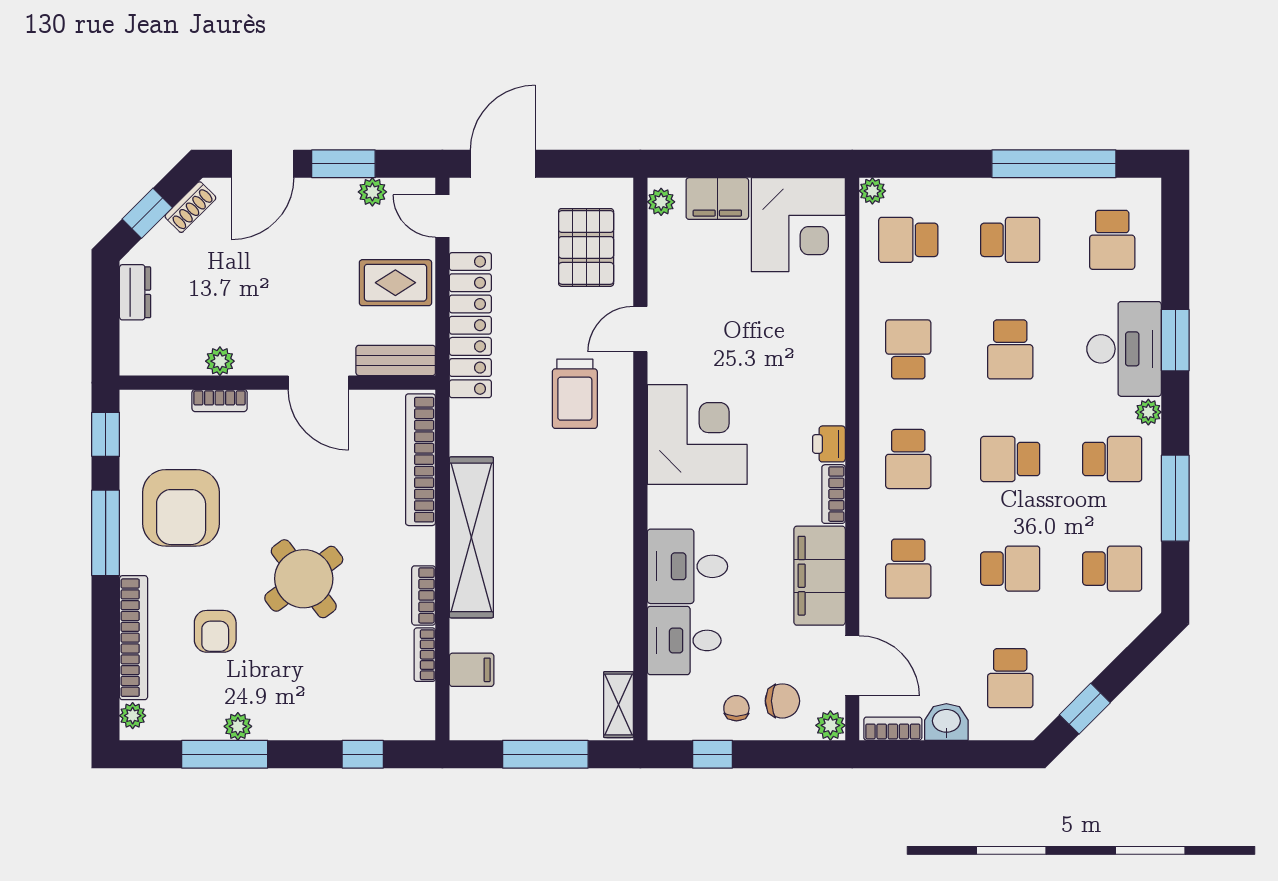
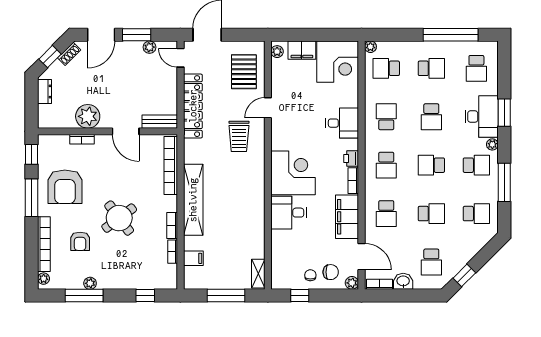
rug: (395, 283) -> (160, 87), removed
plant: (220, 361) -> (88, 116), width x1.88, depth x1.88
corner desk: (697, 435) -> (293, 173), moved
desk: (684, 640) -> (342, 123), moved, turned 180

